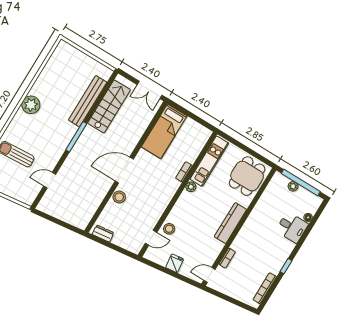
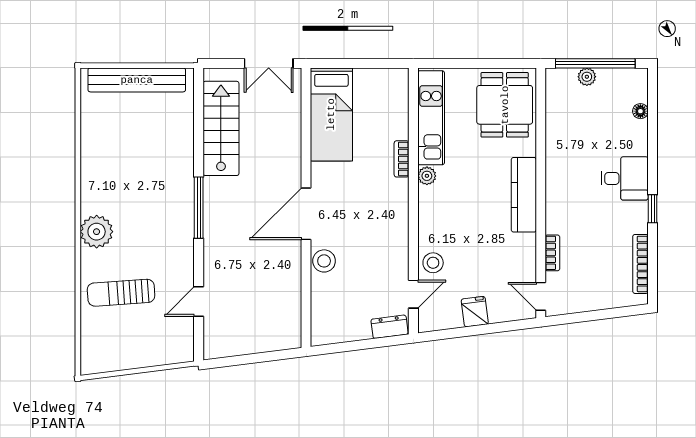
bench: (88, 101) -> (137, 80), moved, turned 90
plant: (31, 105) -> (97, 232), moved
desk: (292, 227) -> (625, 178), moved
dresser: (103, 234) -> (390, 327), moved
door: (209, 275) -> (541, 296), hinge flipped

